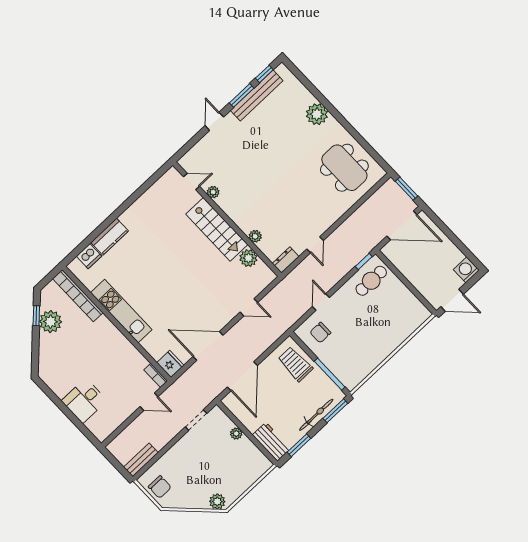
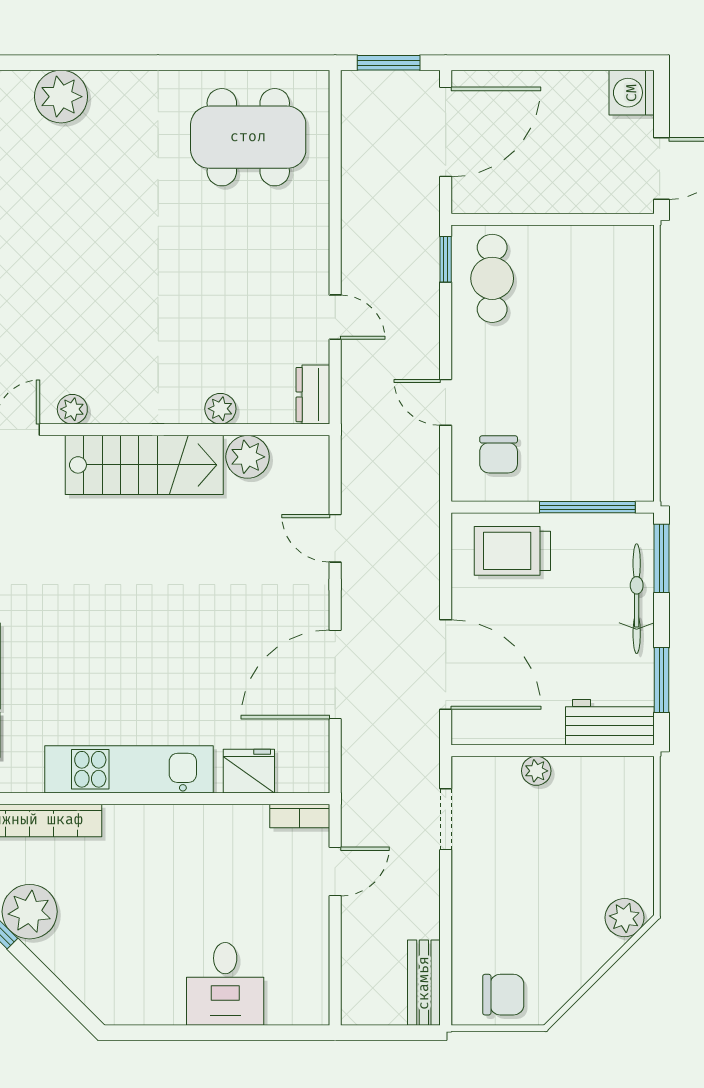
plant: (317, 114) -> (61, 97), moved
door: (249, 307) -> (335, 538), swing flipped
fridge: (170, 364) -> (249, 771), moved

